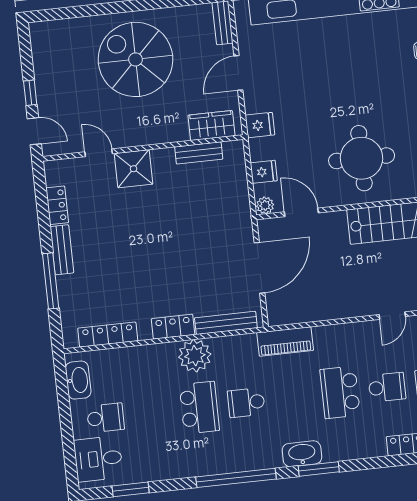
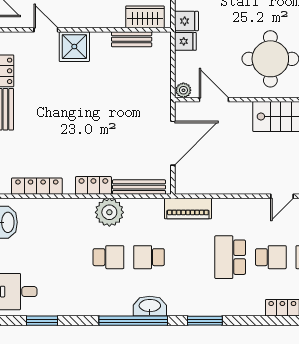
fridge: (264, 172) -> (185, 41), moved
school desk: (199, 408) -> (108, 257), width x0.54
school desk: (106, 418) -> (27, 257), removed
washbasin: (302, 454) -> (150, 306), moved

